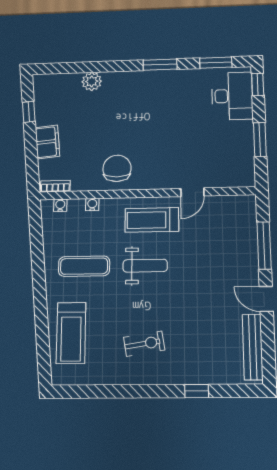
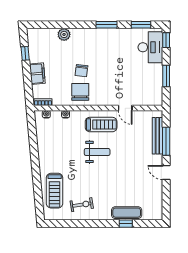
chair: (119, 135) -> (81, 71), added
door: (192, 192) -> (125, 108), hinge flipped
treadmill: (152, 220) -> (101, 125), turned 180
exercise mat: (84, 266) -> (127, 213), moved
exercise bike: (144, 344) -> (82, 205), moved
bench: (253, 347) -> (157, 136), moved

